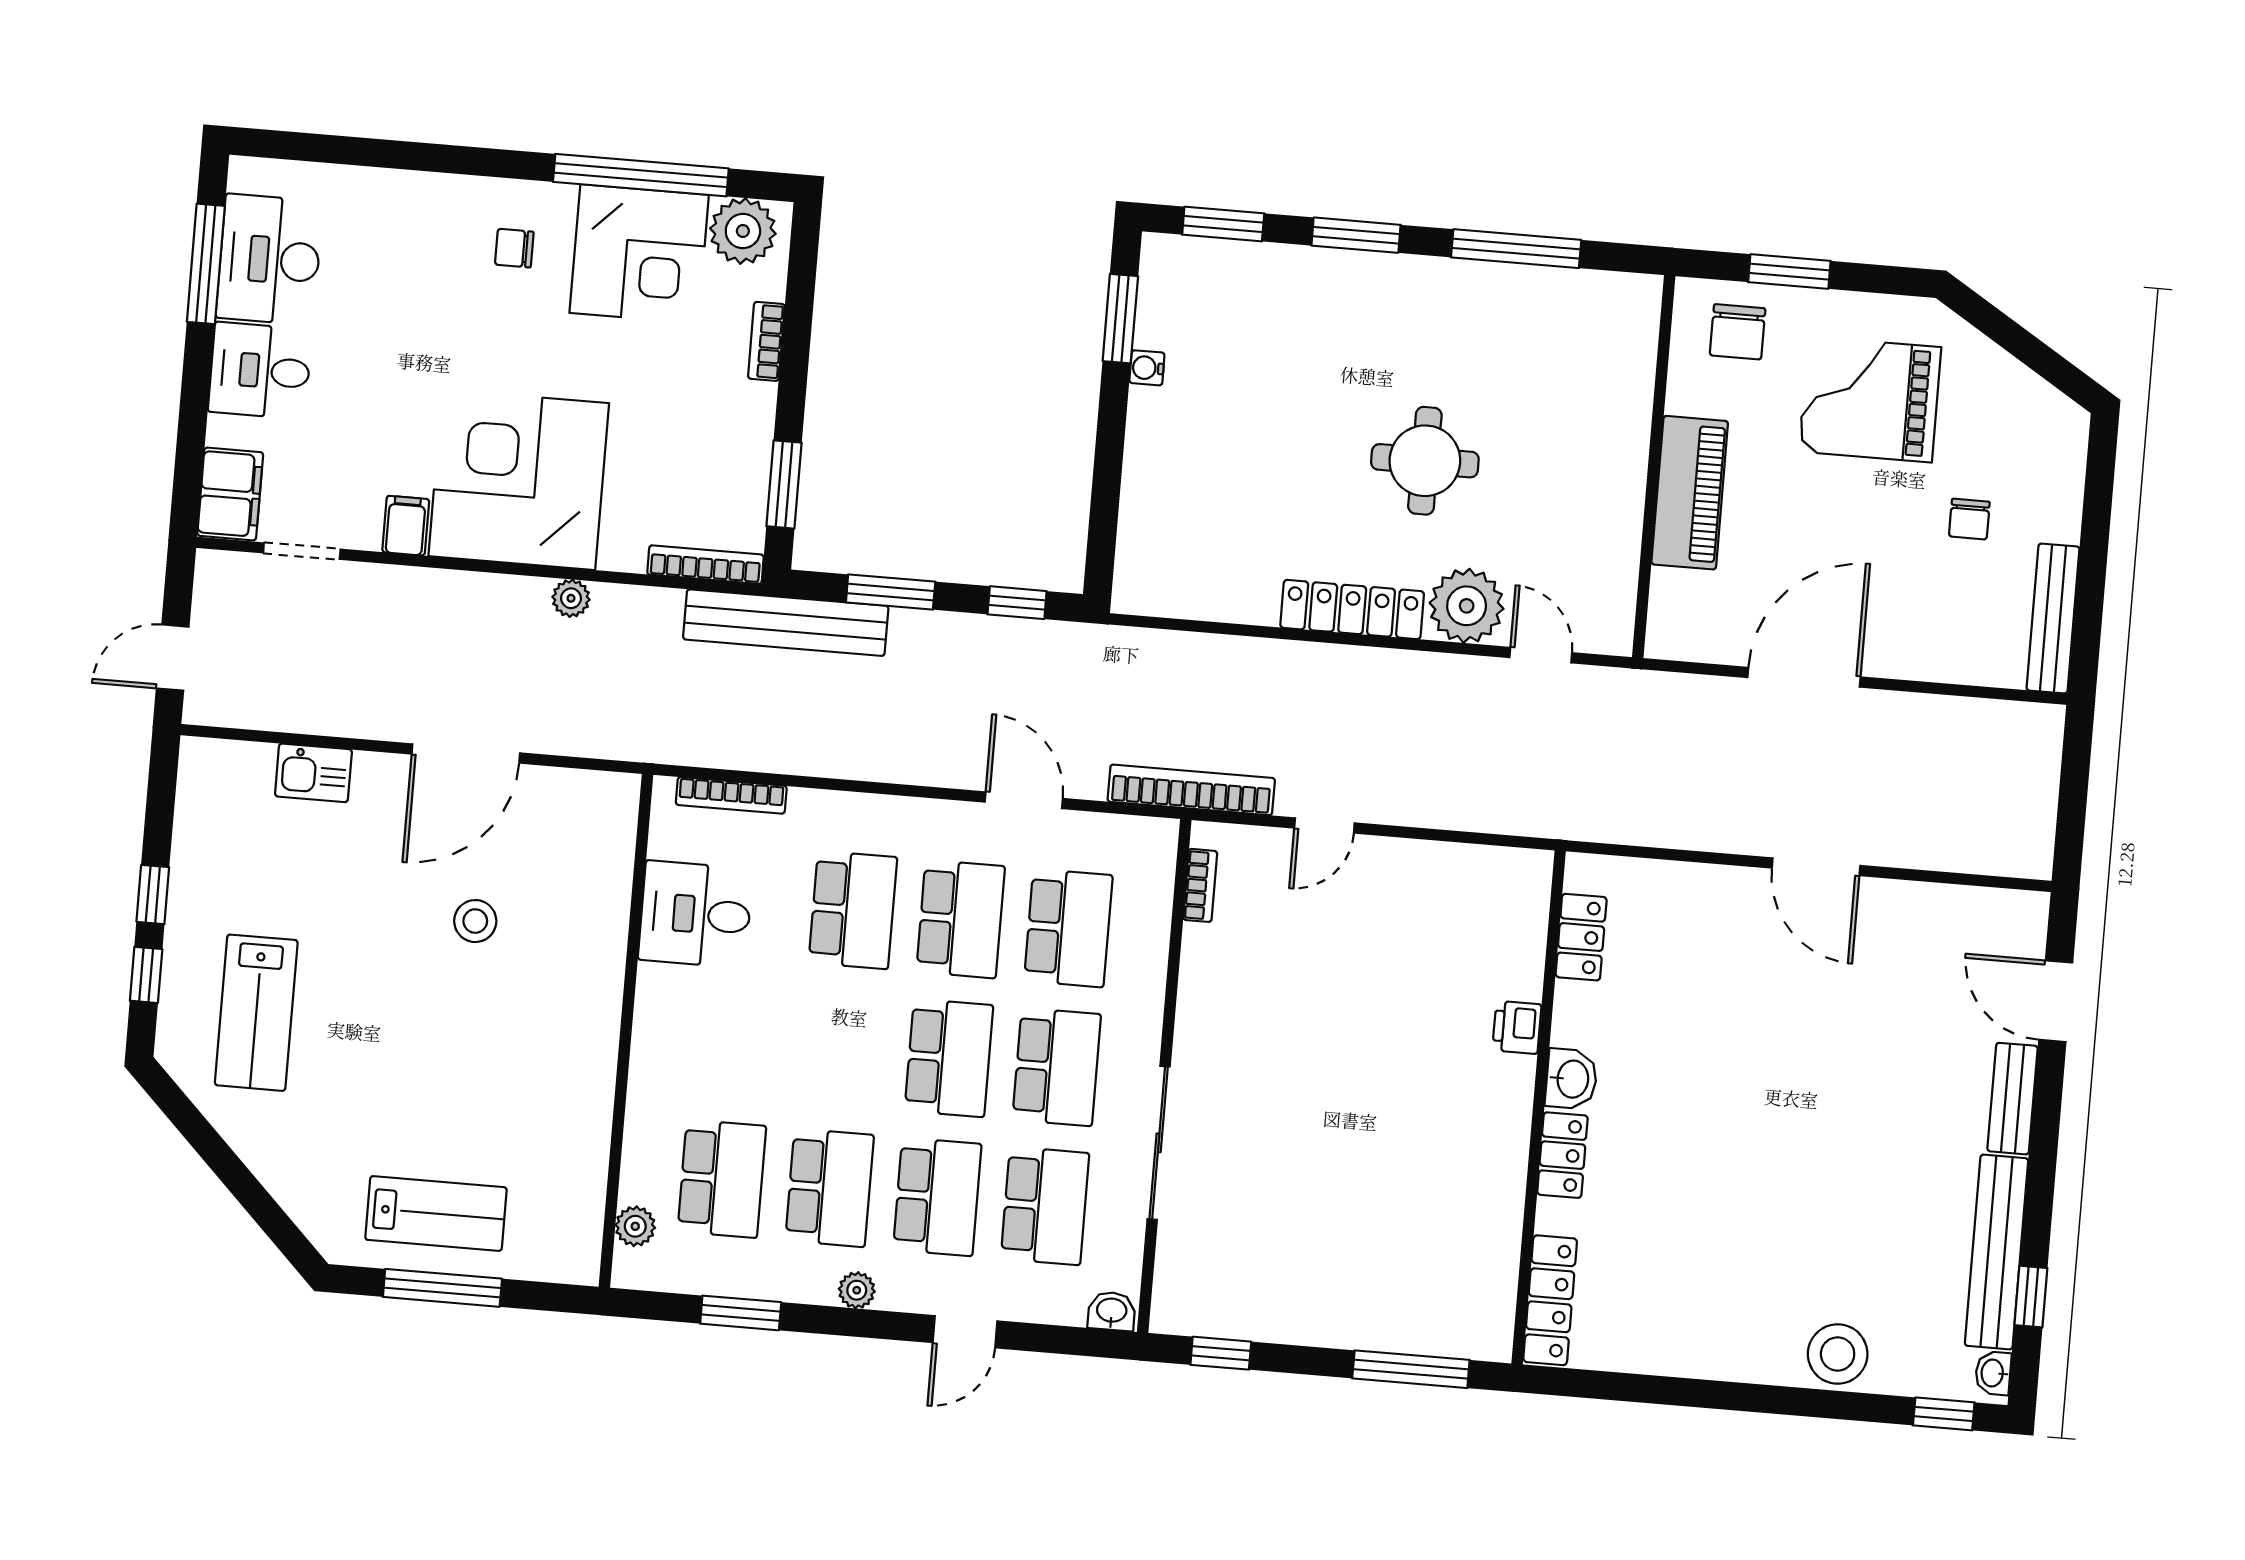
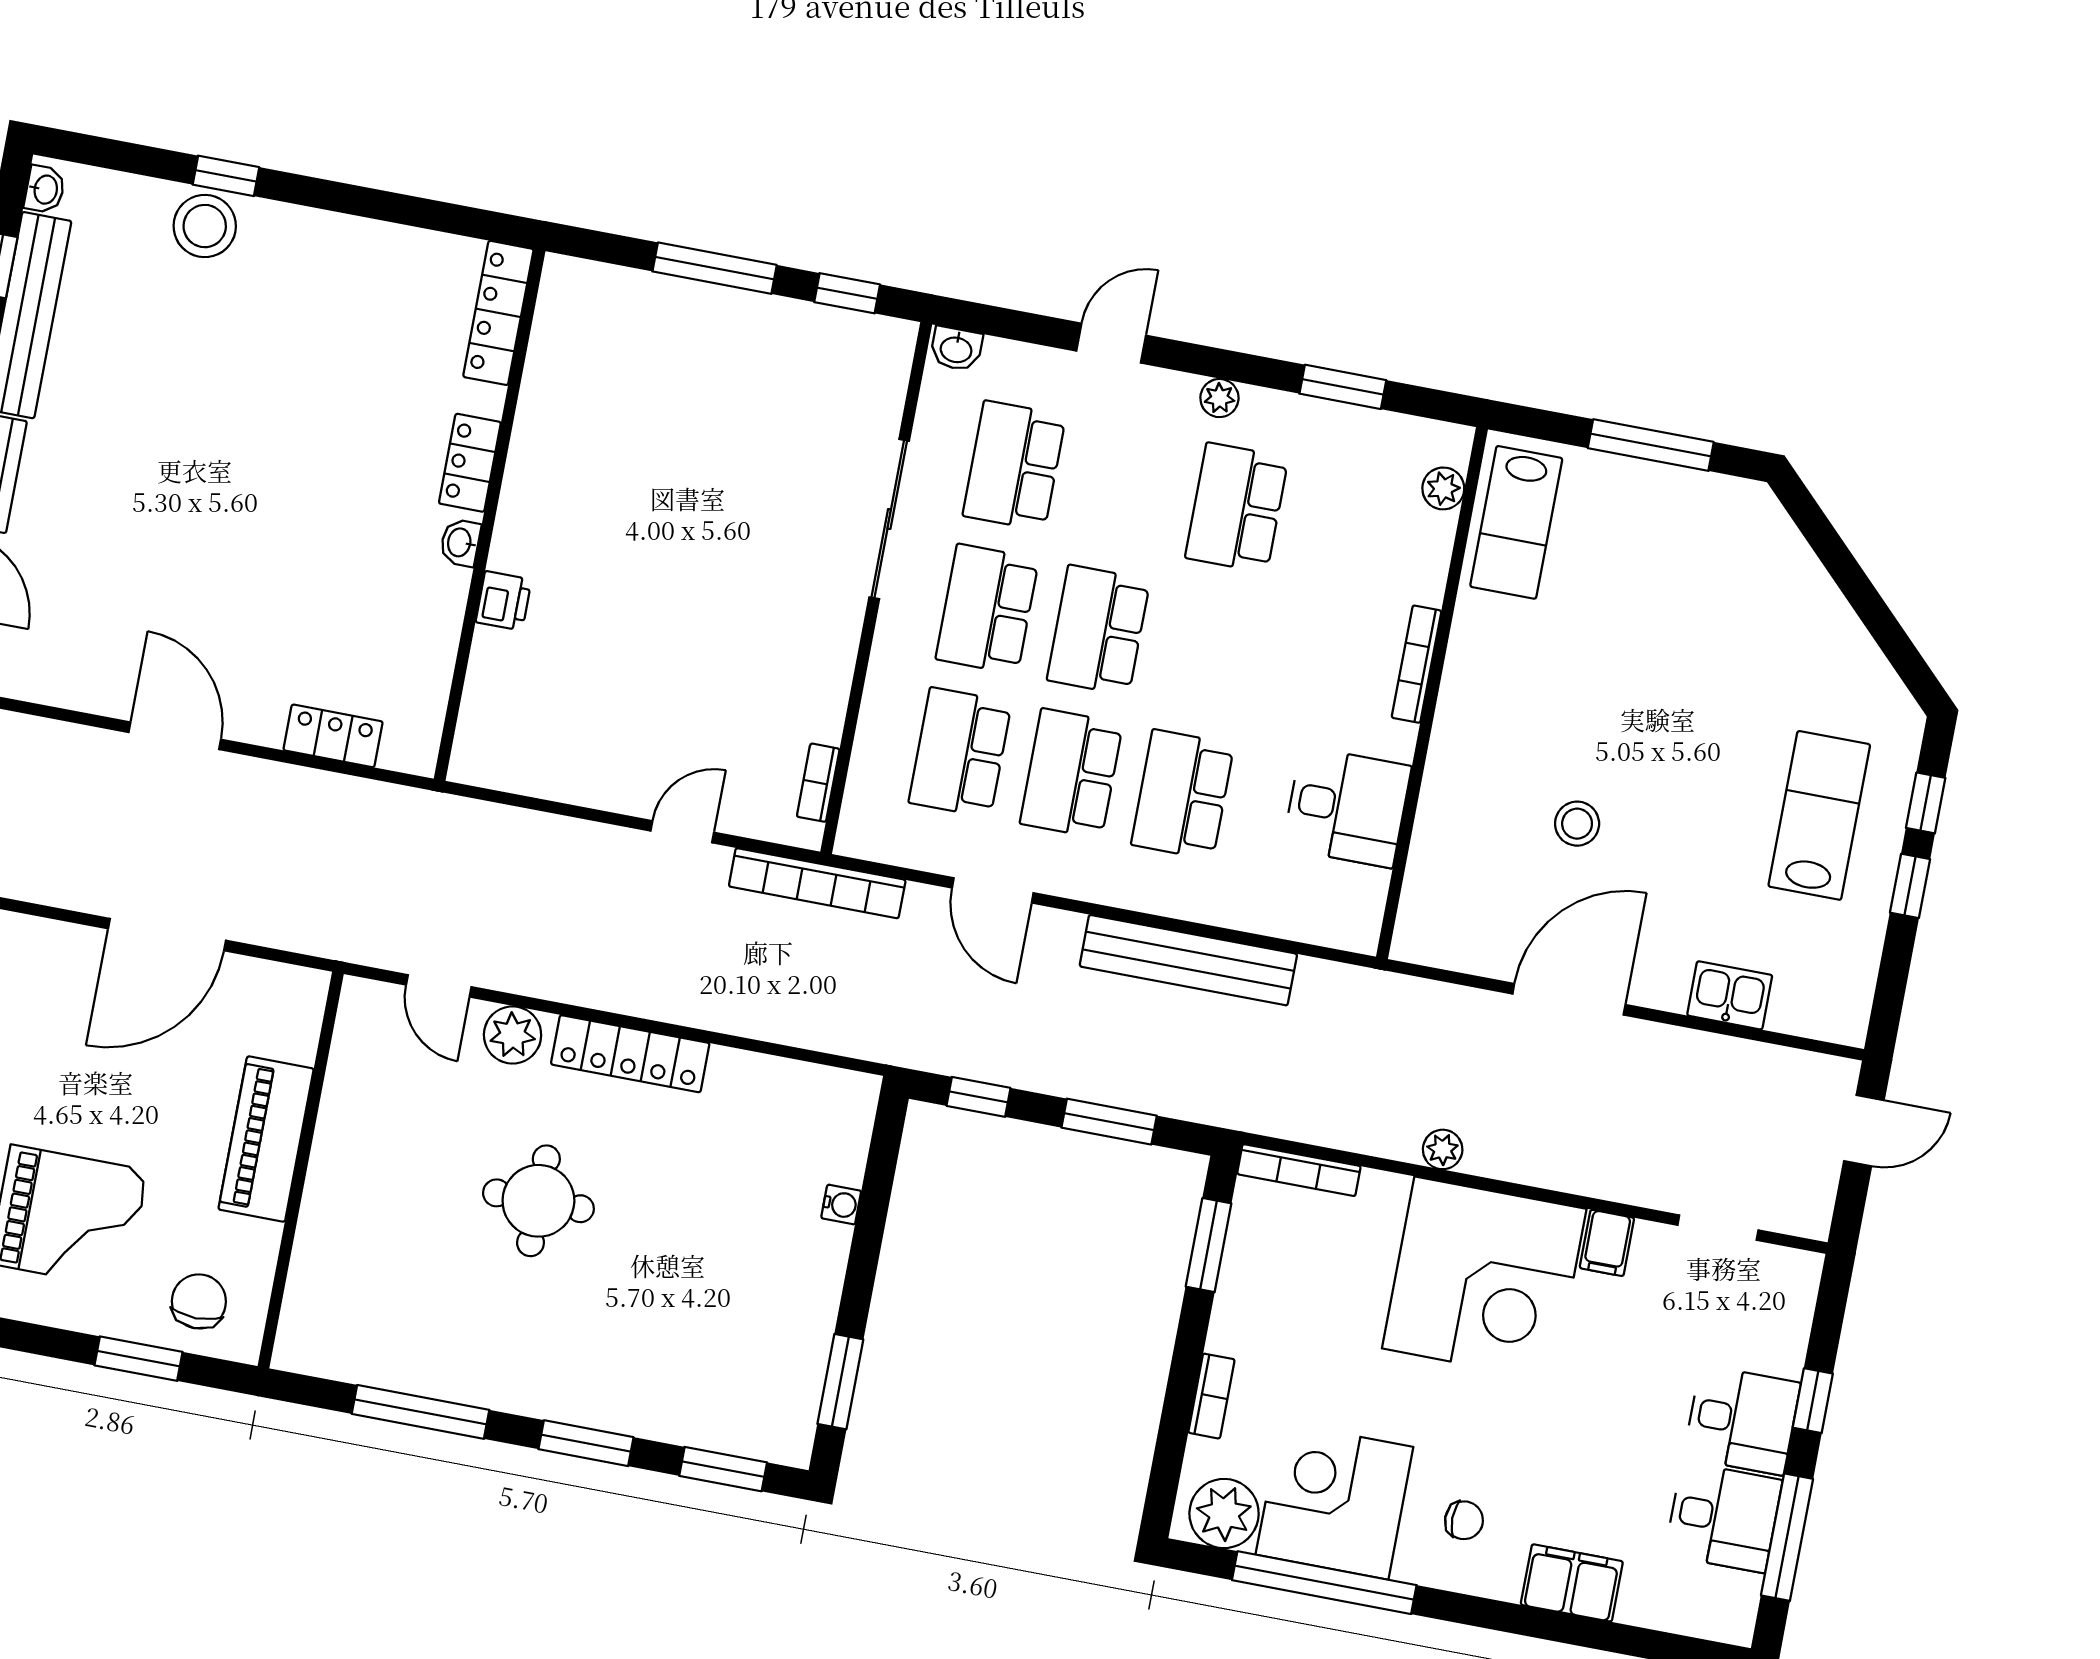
desk: (270, 260) -> (1723, 1517), width x0.73
water cooler: (1147, 368) -> (841, 1204), moved
window: (195, 396) -> (1813, 1401), added
filing cabinet: (230, 494) -> (1572, 1583), moved, turned 90
plant: (1467, 606) -> (513, 1035), width x0.73, depth x0.73
bench: (786, 623) -> (1188, 960), moved
bookcase: (731, 795) -> (1416, 664), moved, turned -90
locker: (1581, 937) -> (333, 736), moved, turned 90
lab bench: (256, 1013) -> (1819, 815), moved
washbasin: (1571, 1079) -> (460, 543), width x0.72, depth x0.69
school desk: (722, 1179) -> (1348, 529), removed
school desk: (937, 1197) -> (1126, 487), removed
lab bench: (436, 1214) -> (1516, 522), moved, turned -90
window: (1411, 1369) -> (715, 268), moved
window: (1944, 1414) -> (226, 176), moved

